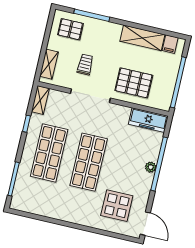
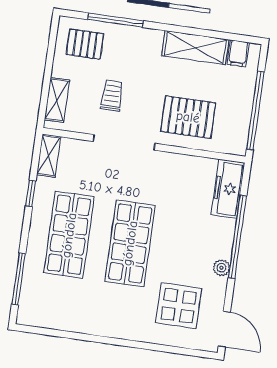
freezer: (148, 120) -> (228, 189), moved, turned 90
plant: (151, 167) -> (221, 268), moved

